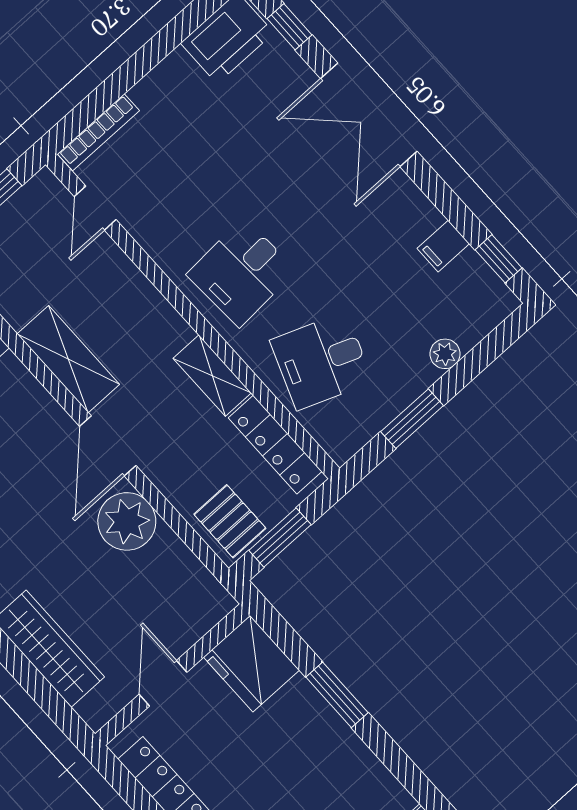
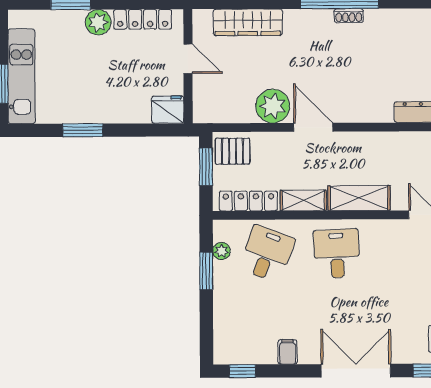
filing cabinet: (443, 246) -> (287, 352), moved
plant: (445, 354) -> (221, 251), moved
shelving: (68, 359) -> (359, 198), moved
fridge: (251, 664) -> (168, 110), width x0.73, depth x0.75
window: (337, 695) -> (83, 130), moved

